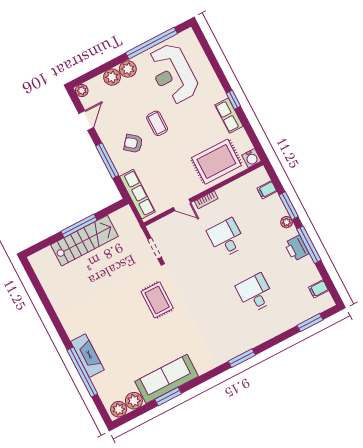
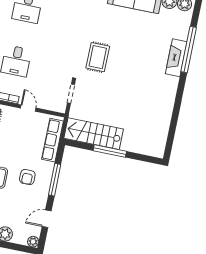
armchair: (133, 143) -> (27, 177), turned 51
stairs: (84, 241) -> (94, 134), moved

